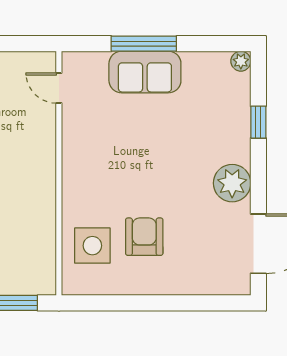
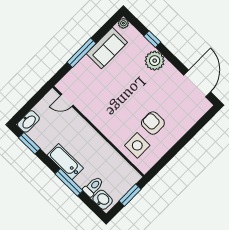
sofa: (145, 72) -> (107, 48), moved
plant: (232, 183) -> (155, 61), moved

